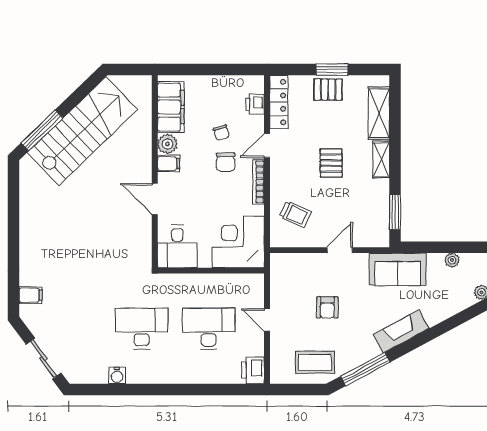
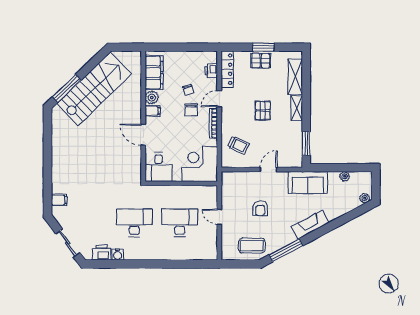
printer: (253, 370) -> (102, 253), moved, turned 90

